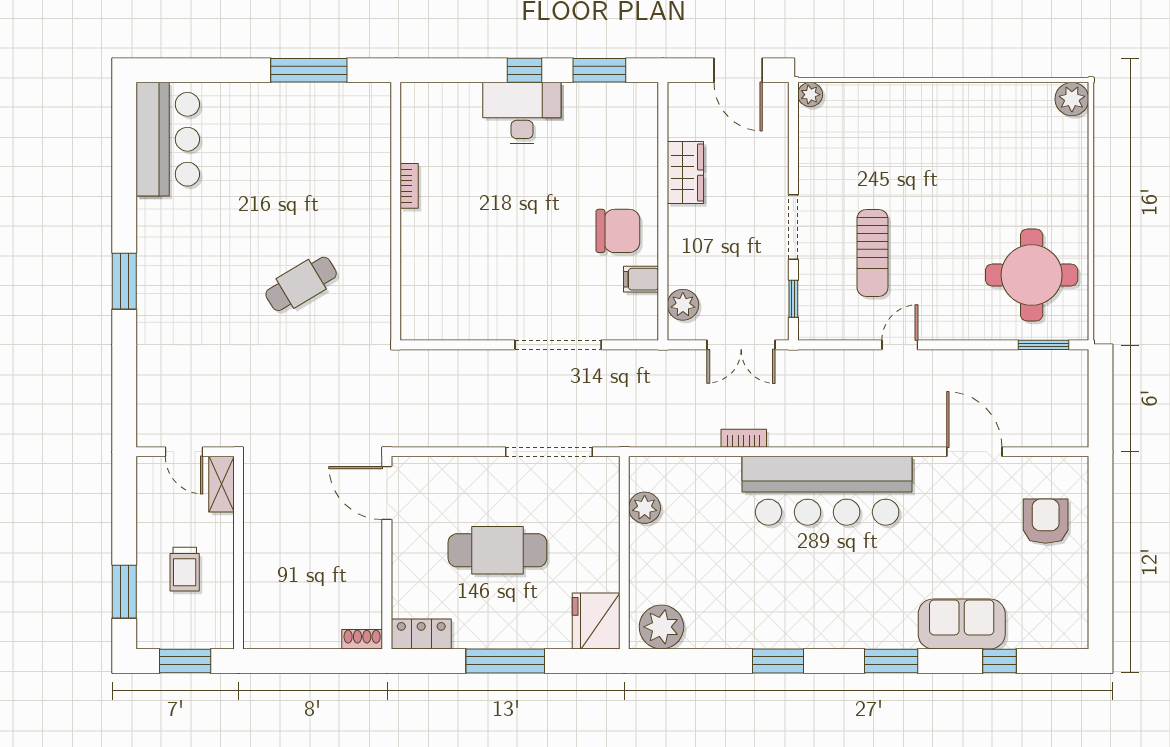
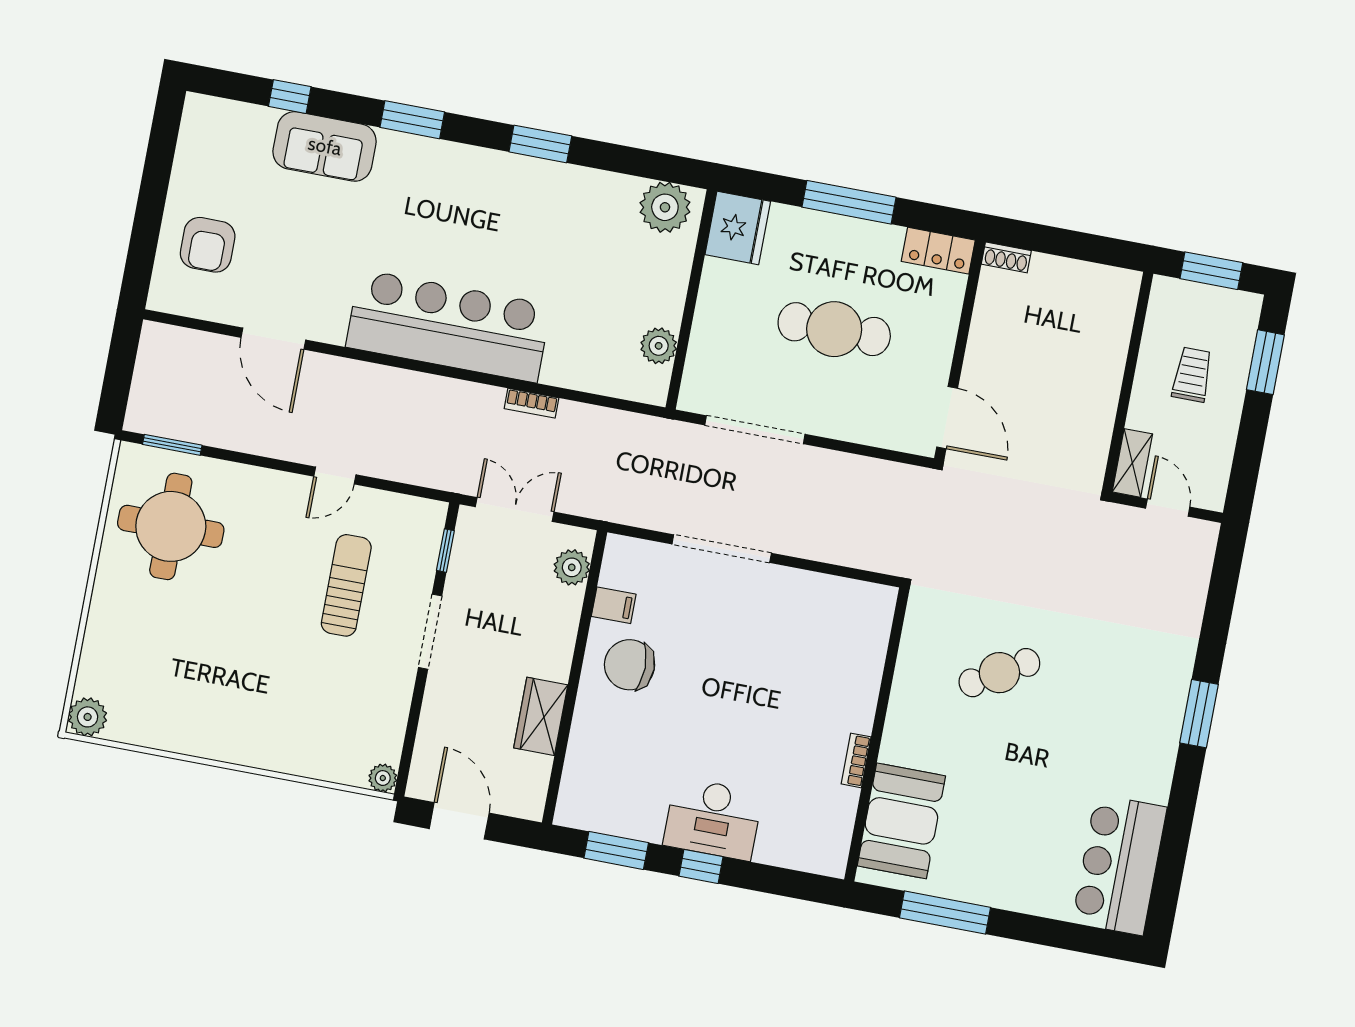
booth: (361, 142) -> (901, 821), added

